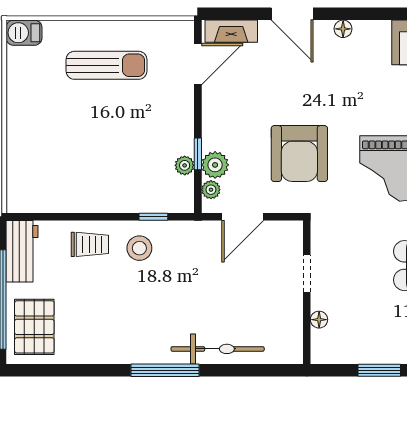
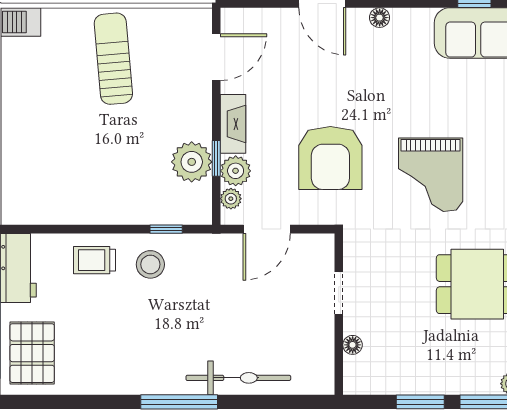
fireplace: (231, 31) -> (233, 124), moved, turned -90
sun lounger: (107, 65) -> (113, 59), turned -95
plant: (185, 165) -> (192, 162), width x1.88, depth x1.88
trolley: (90, 244) -> (95, 260), turned 180

